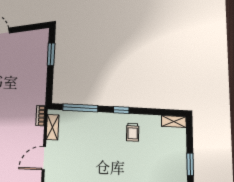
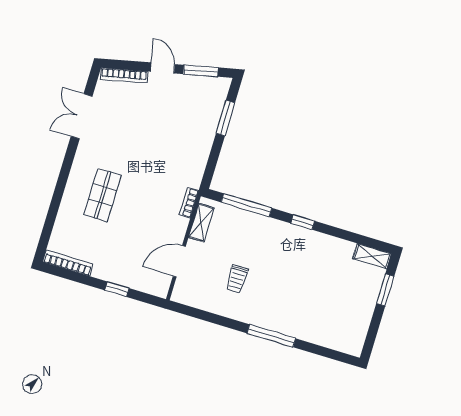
window: (27, 28) -> (201, 71), added
trolley: (133, 132) -> (237, 279), moved
window: (190, 164) -> (385, 290), moved

